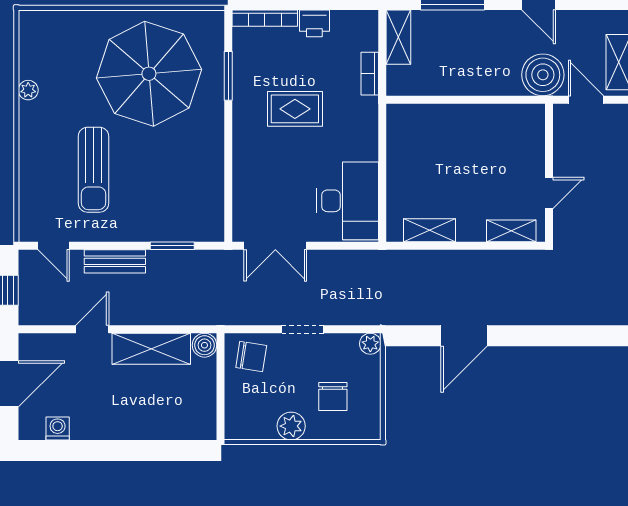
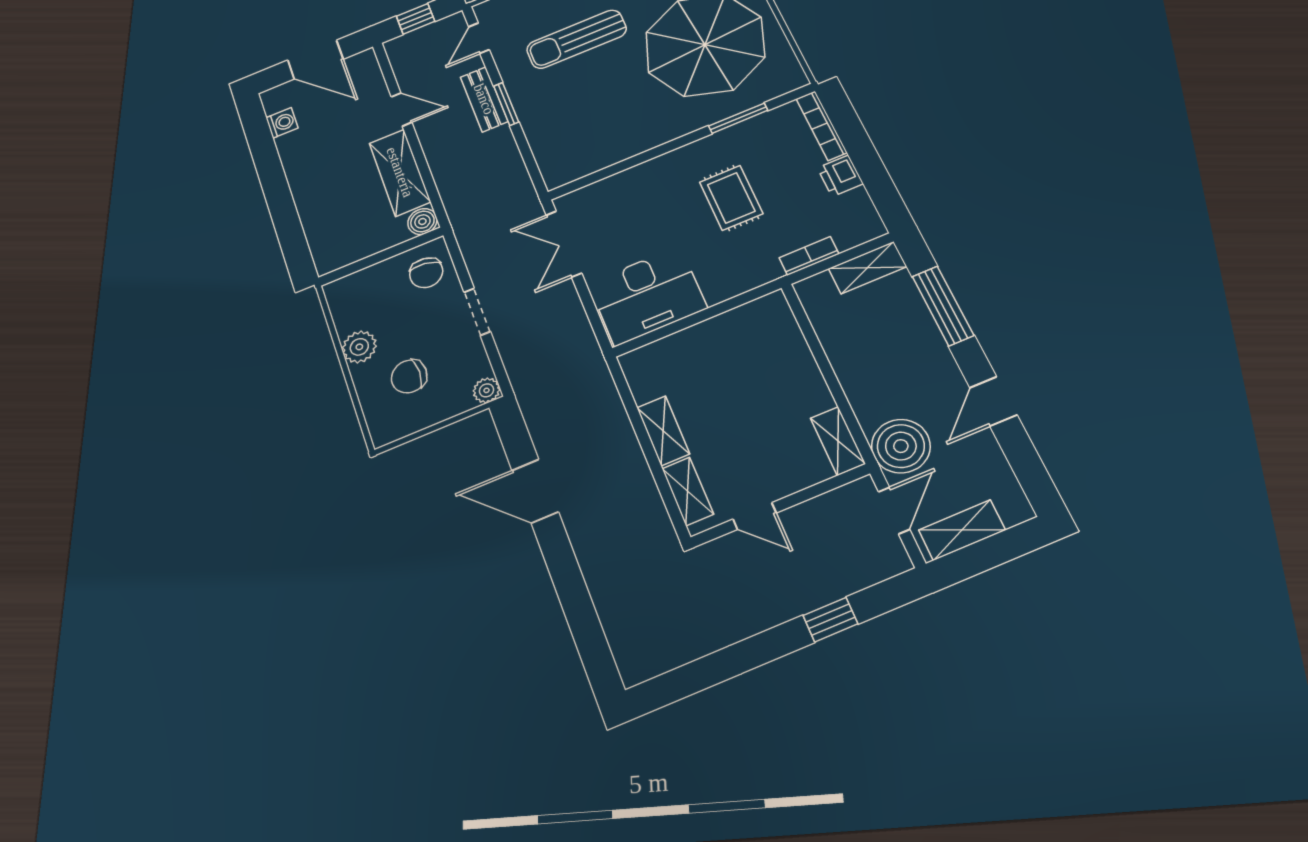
shelving: (520, 115) -> (838, 441), added
shelving: (429, 230) -> (663, 431), moved
window: (172, 246) -> (506, 104), moved

